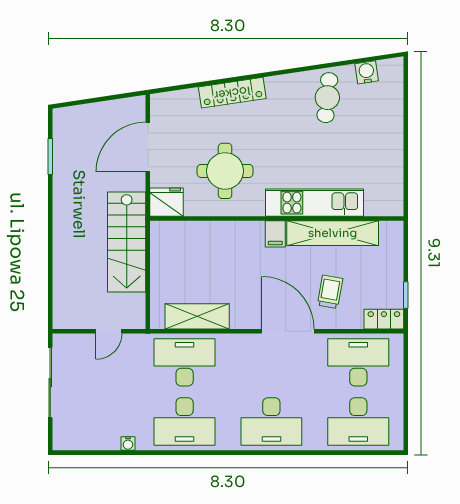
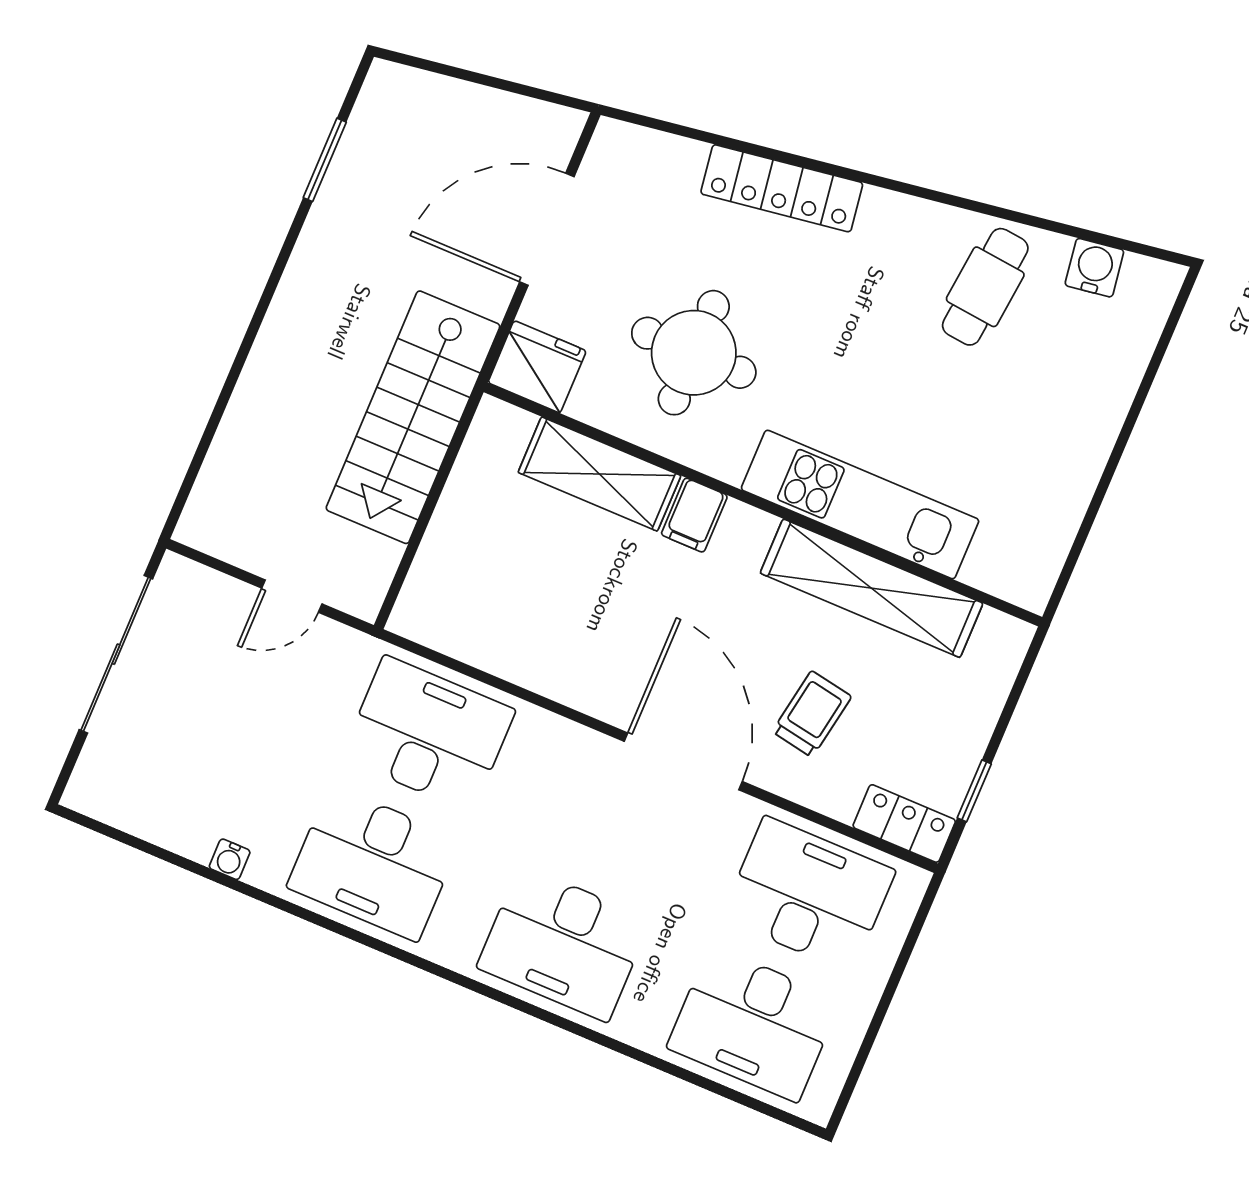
filing cabinet: (275, 234) -> (694, 515), moved
shelving: (197, 316) -> (599, 474), moved

